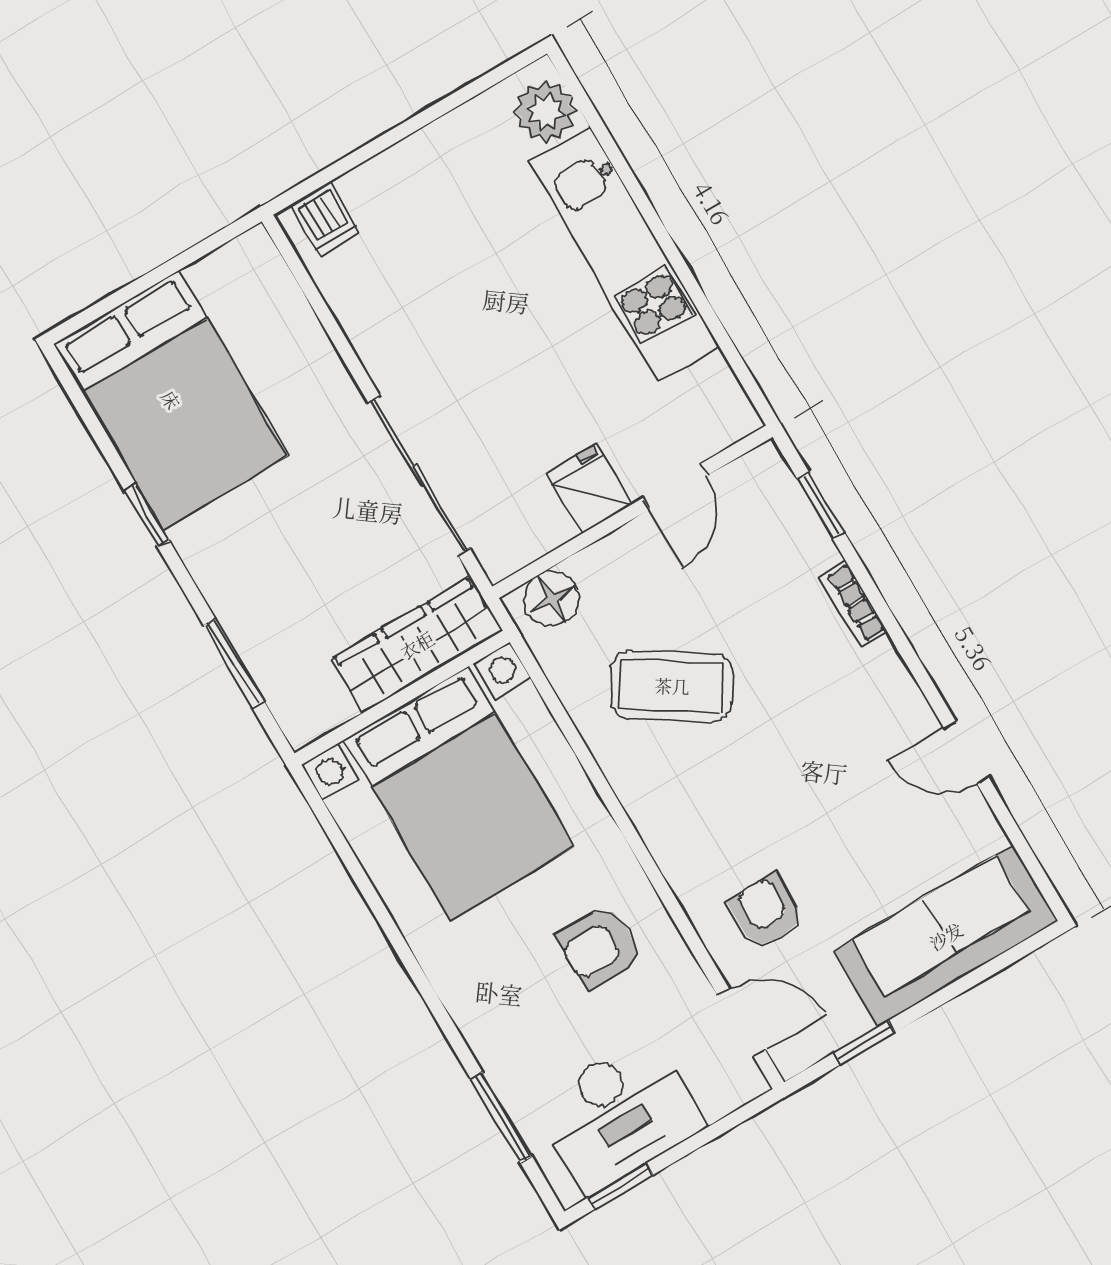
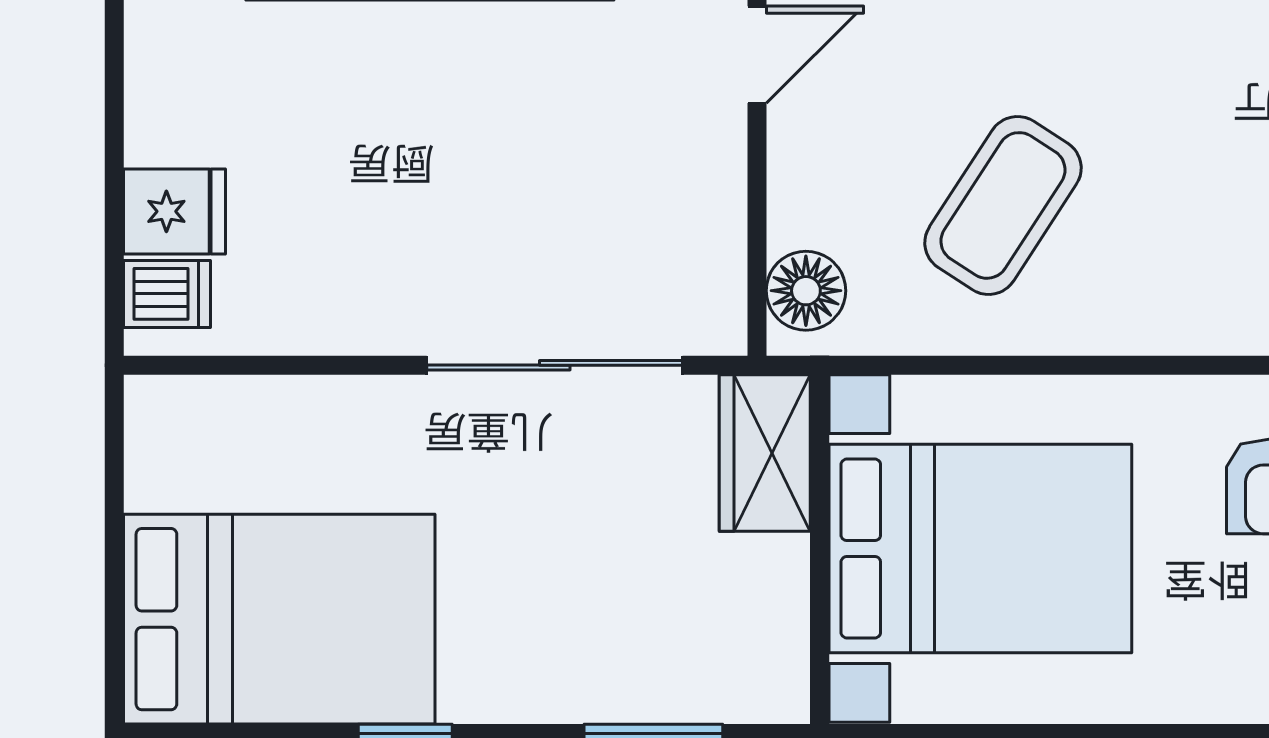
door: (675, 487) -> (757, 55), hinge flipped
fridge: (589, 489) -> (175, 211), moved, turned 180
wardrobe: (417, 645) -> (765, 453), width x0.67

